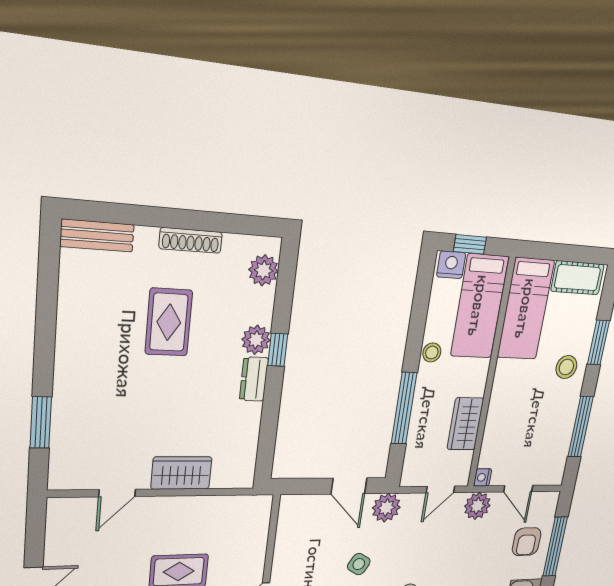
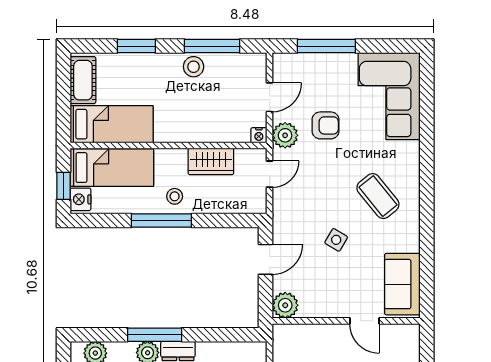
window: (278, 350) -> (155, 335), width x2.17
stool: (432, 352) -> (175, 196), moved
stool: (566, 367) -> (194, 67), moved
window: (404, 408) -> (161, 221), moved
door: (441, 490) -> (270, 174), hinge flipped
plant: (386, 508) -> (285, 305), moved
armchair: (527, 542) -> (325, 125), moved

